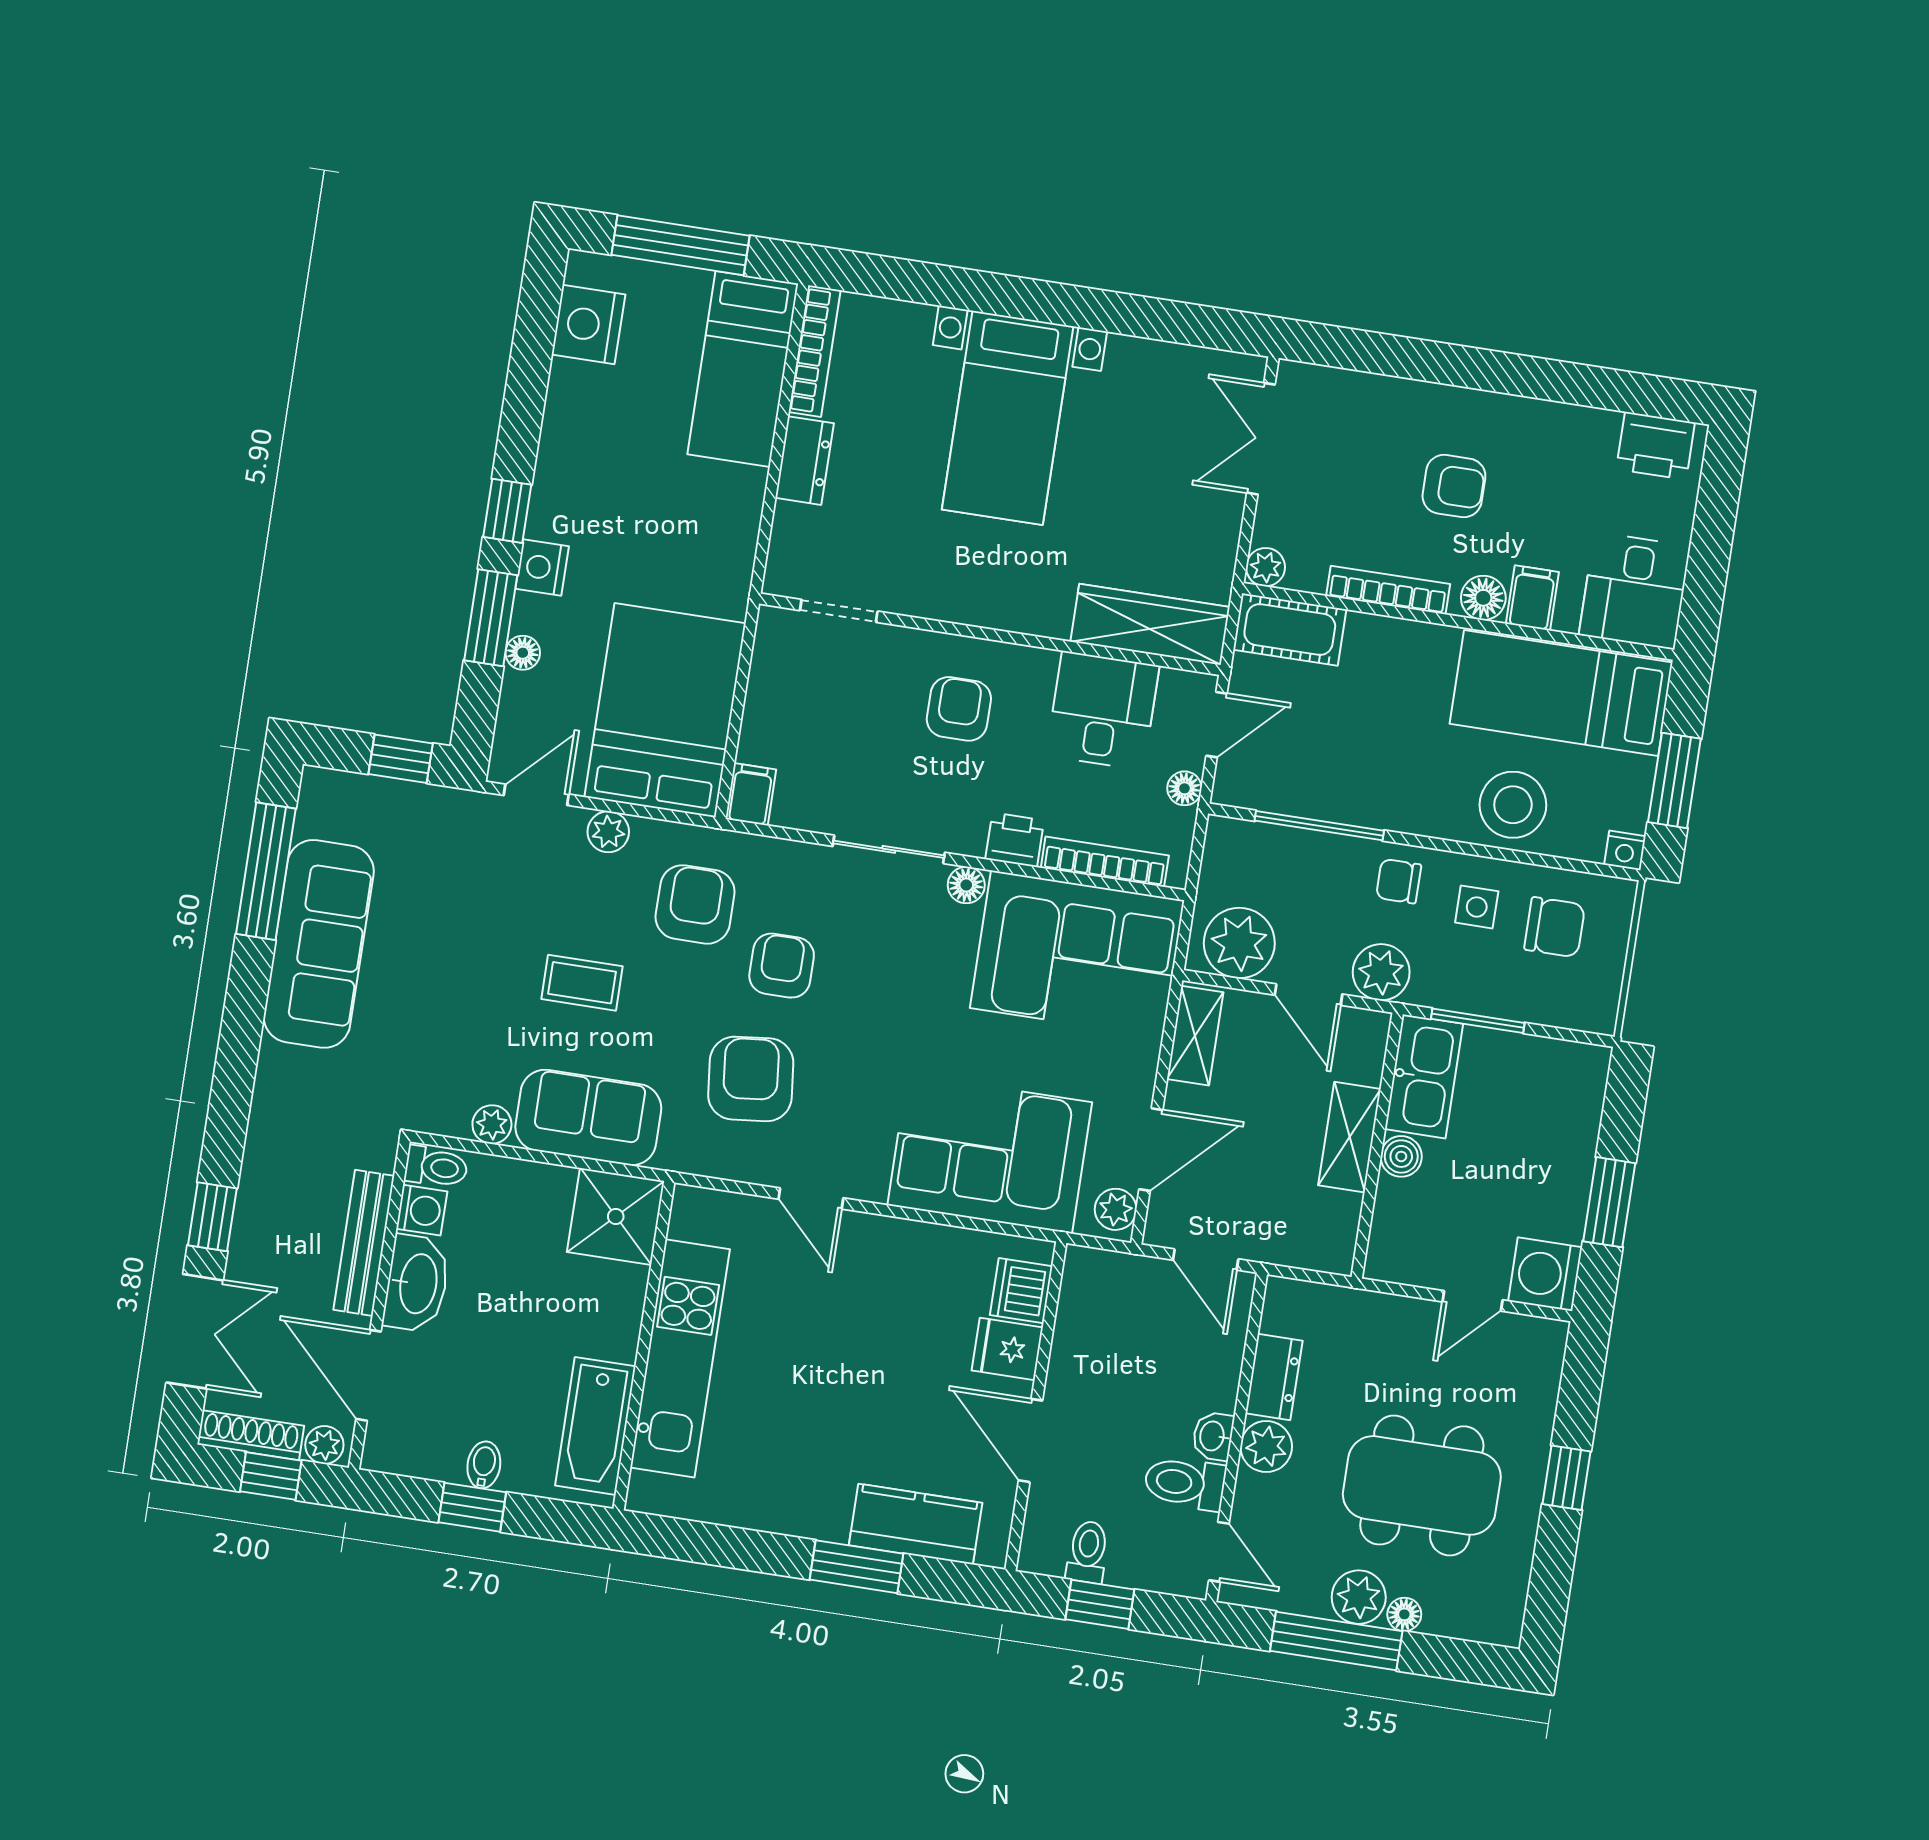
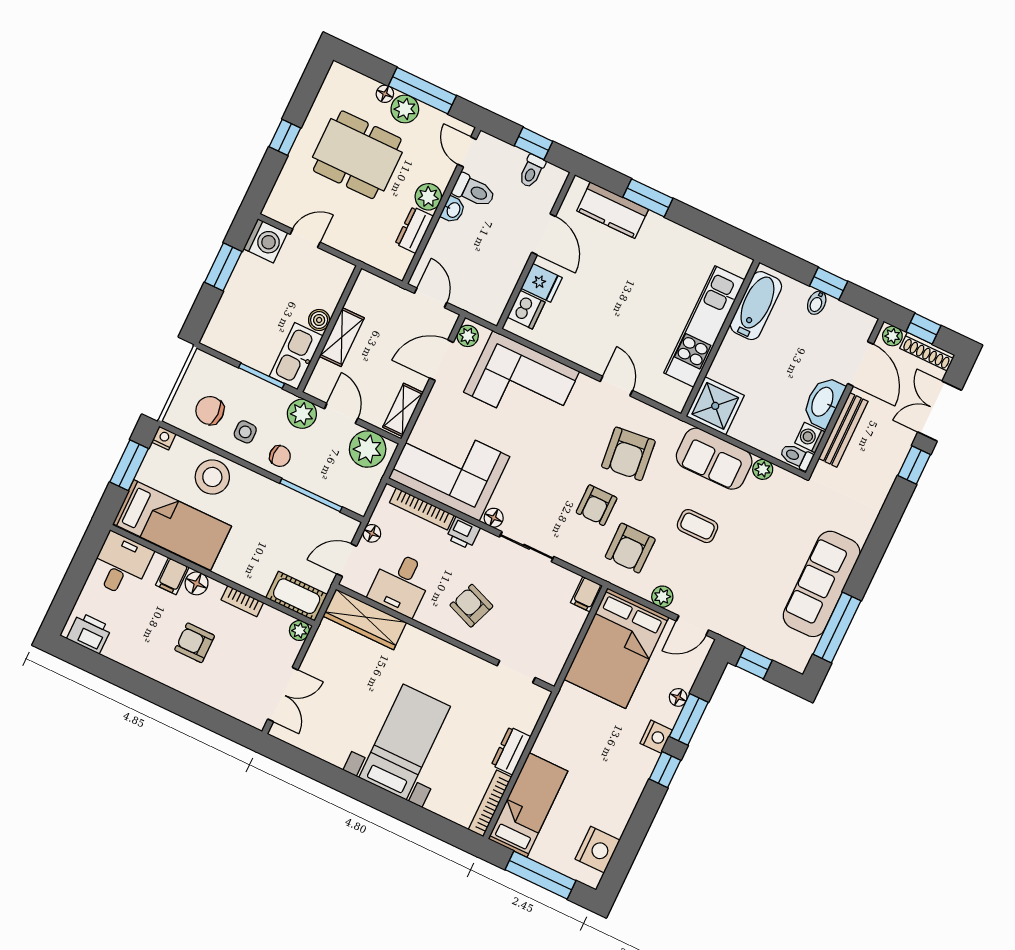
bookcase: (1388, 590) -> (242, 601), width x0.64
armchair: (959, 709) -> (471, 606), turned 111

